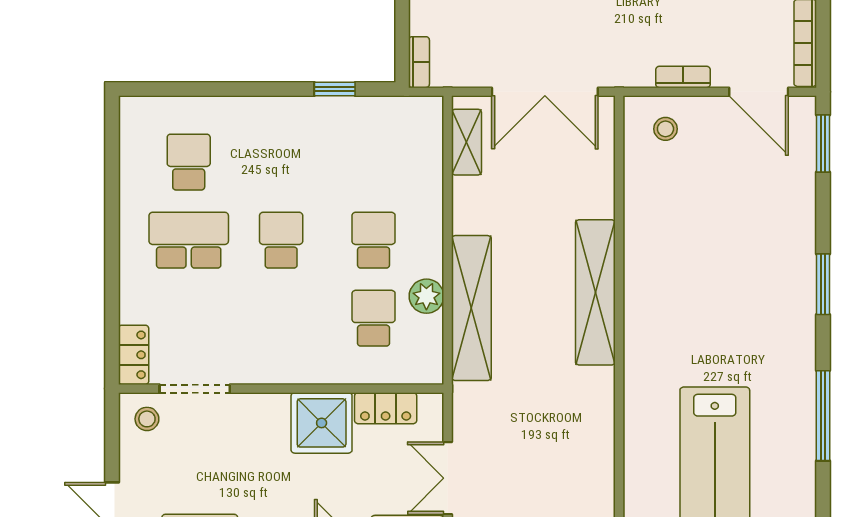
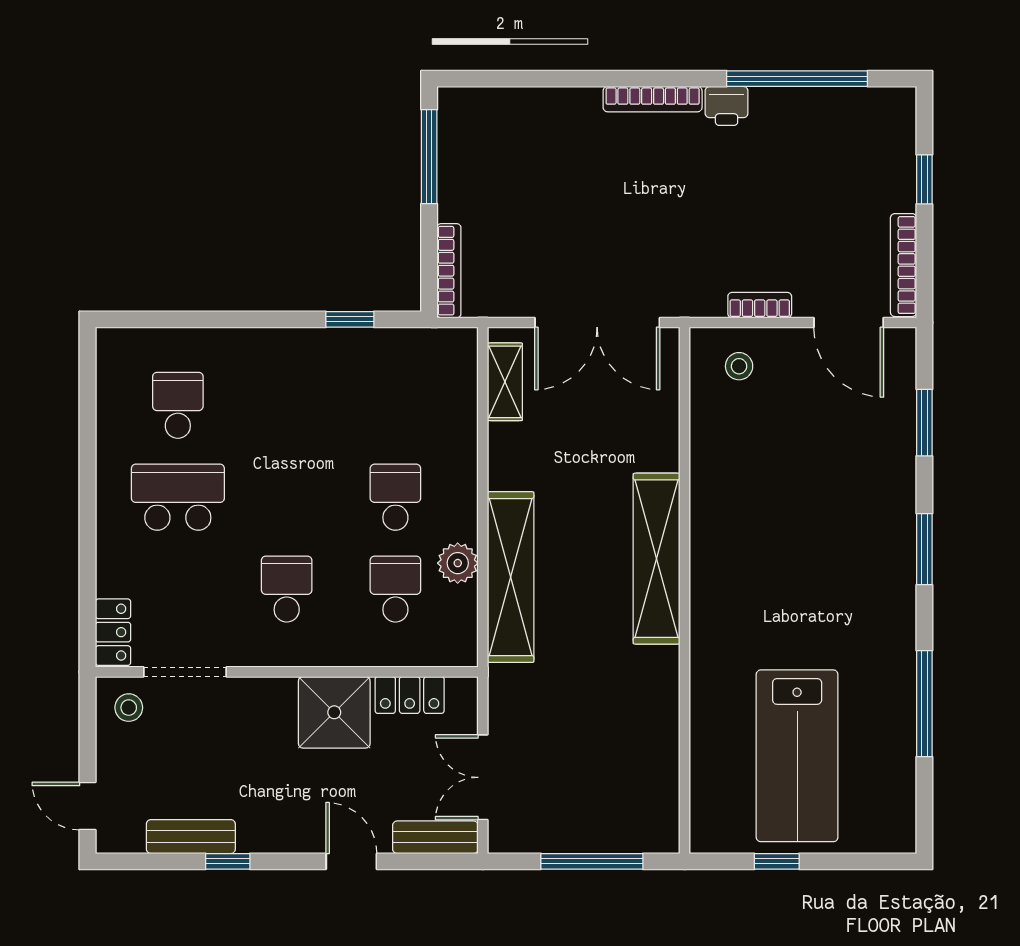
bookcase: (419, 62) -> (449, 271), width x1.56
window: (823, 143) -> (924, 423), moved
school desk: (281, 240) -> (287, 589), moved

